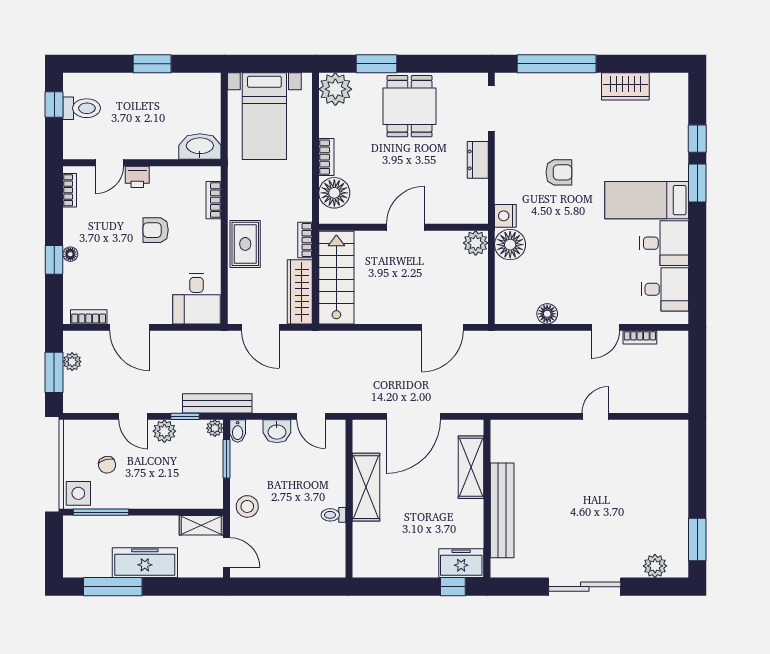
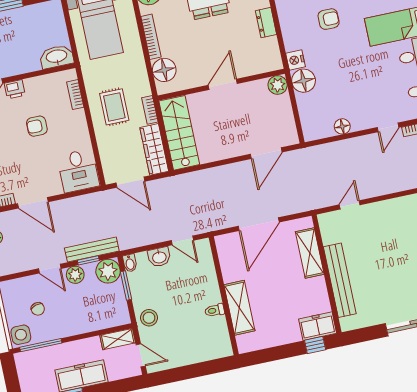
bookcase: (326, 157) -> (151, 37), width x1.56
rug: (245, 244) -> (114, 107), moved
bench: (217, 403) -> (92, 249), moved
door: (595, 416) -> (350, 205), moved
plant: (215, 428) -> (108, 271), width x1.88, depth x1.88
shelving: (366, 487) -> (239, 308), moved

